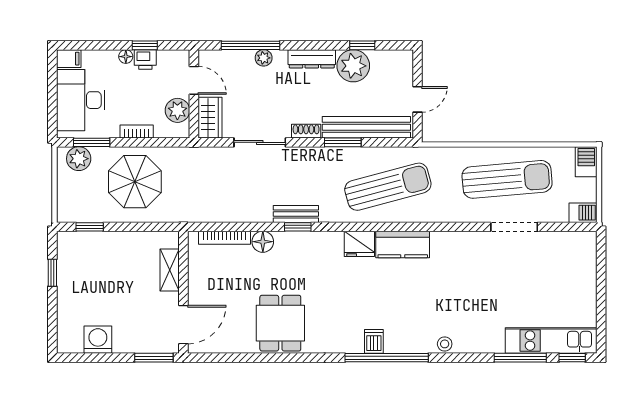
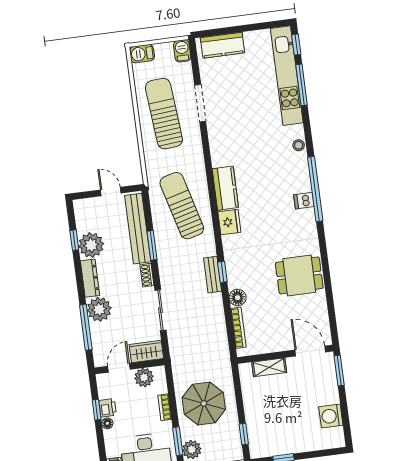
plant: (264, 58) -> (99, 309), width x1.87, depth x1.87
kitchen counter: (584, 265) -> (222, 45), added
kitchen unit: (551, 341) -> (287, 76), width x1.36

